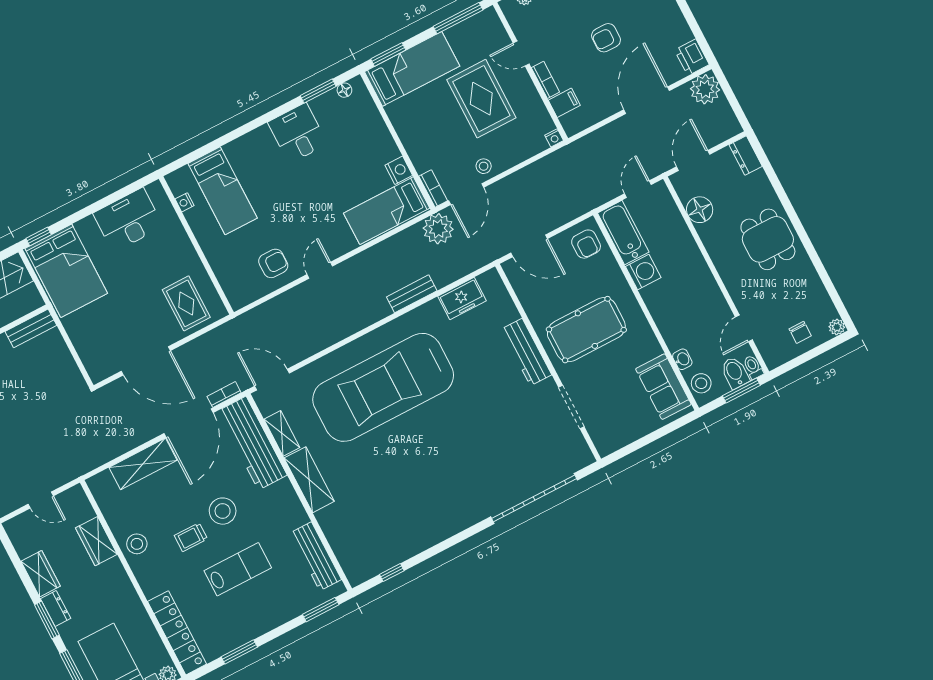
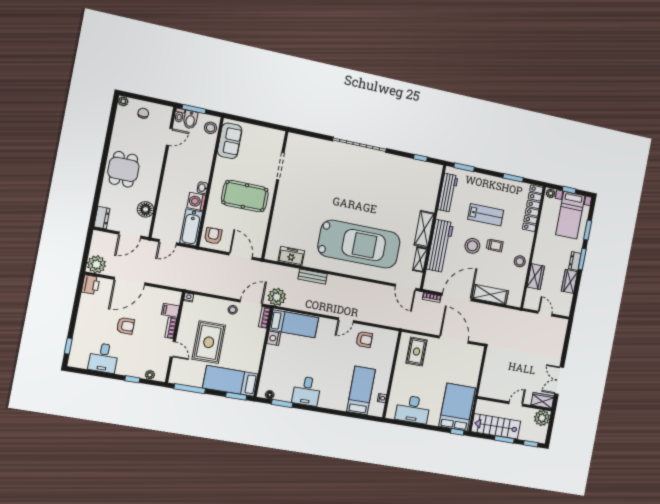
armchair: (273, 263) -> (364, 340), turned 180
bench: (31, 328) -> (492, 393), removed
workbench: (526, 352) -> (281, 208), removed
washbasin: (682, 359) -> (203, 188), moved
workbench: (252, 443) -> (440, 246), moved
garage door: (534, 498) -> (360, 145), moved
lab bench: (238, 569) -> (486, 215), turned 180

